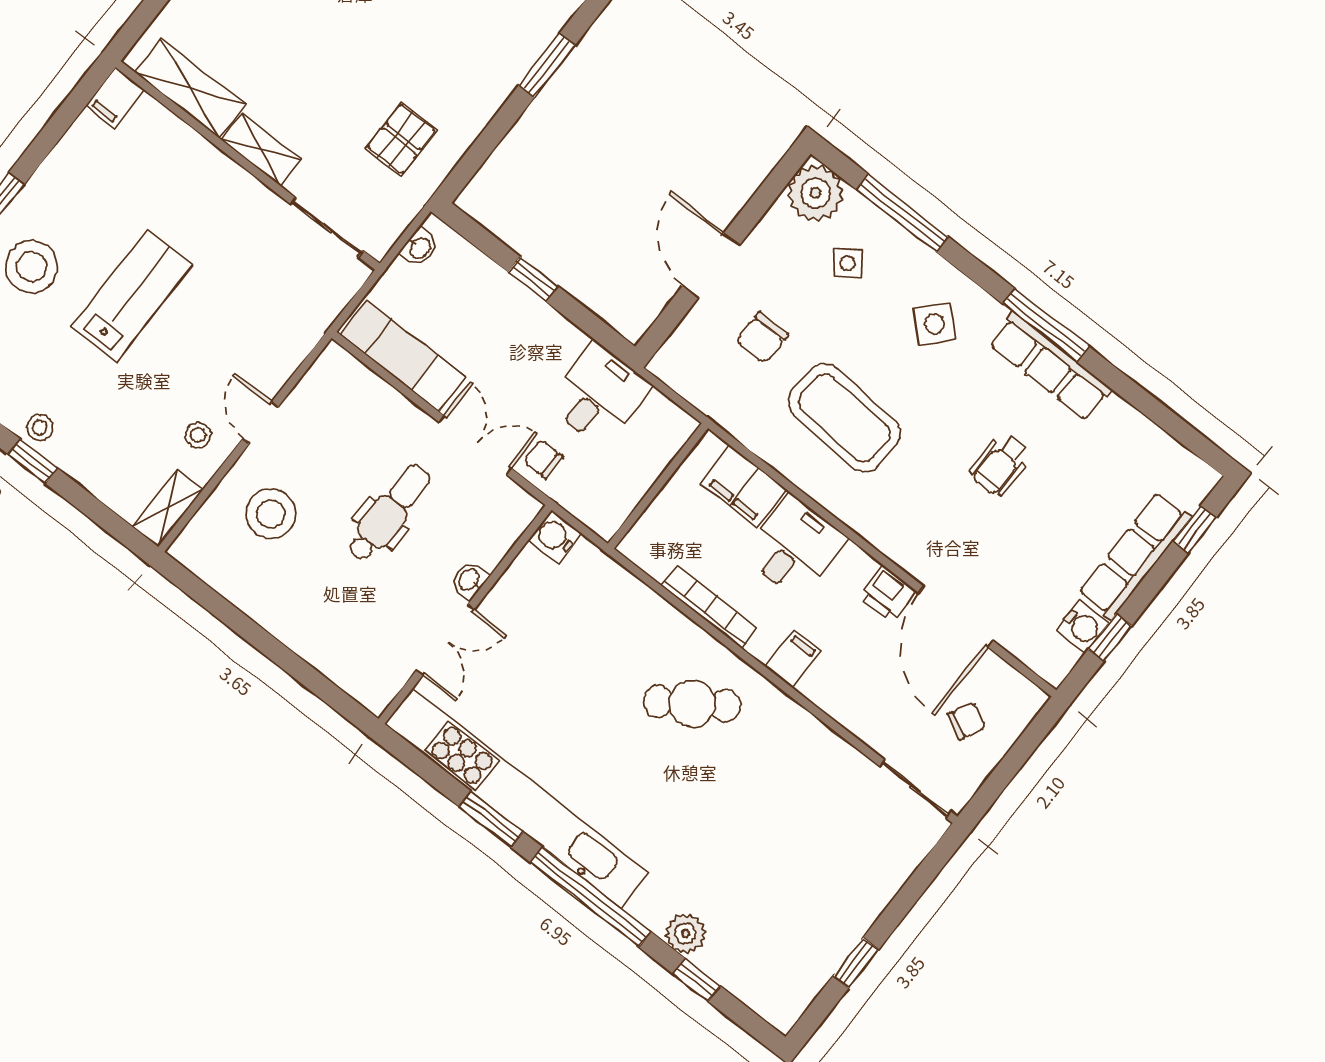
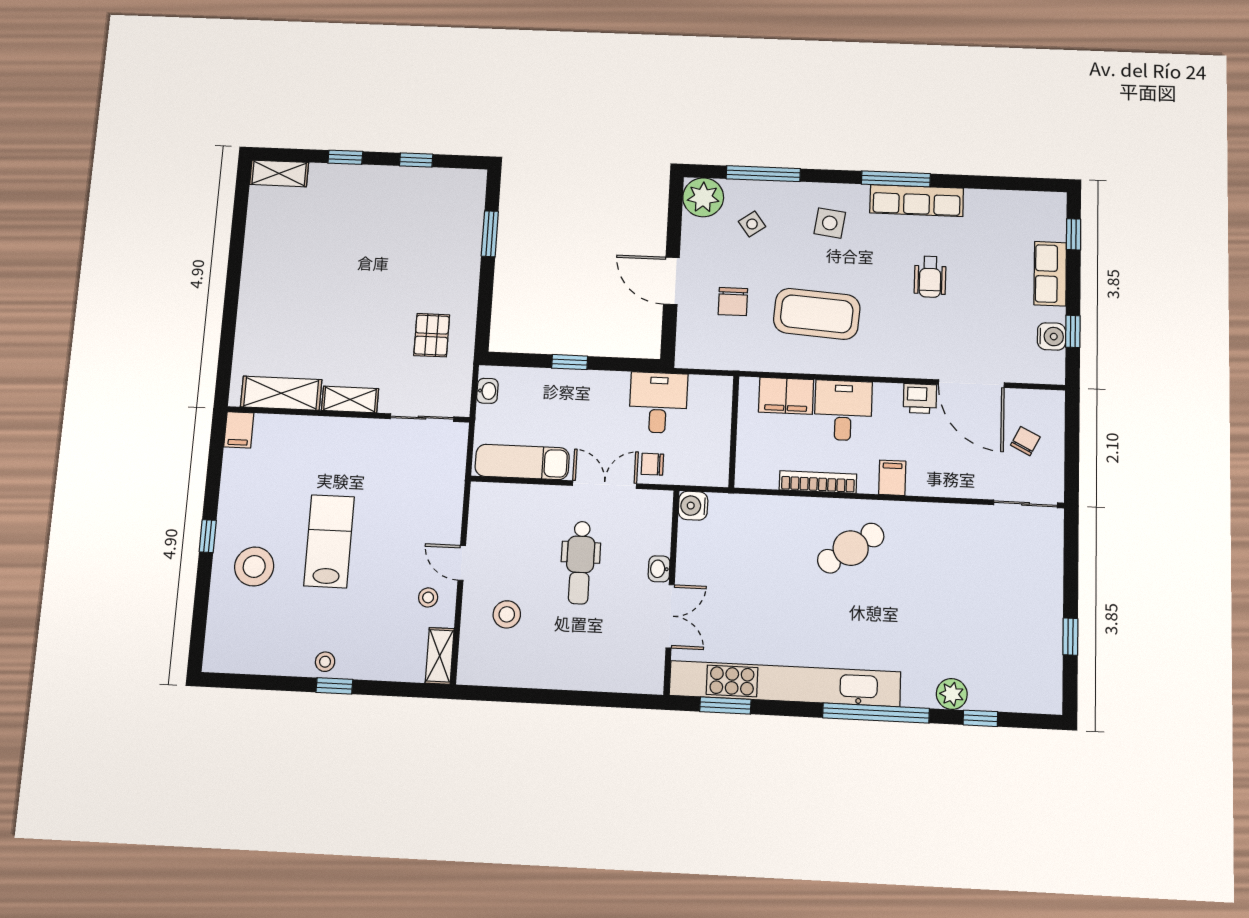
side table: (935, 324) -> (830, 223), turned -35
dental chair: (389, 513) -> (580, 563), turned 180
stool: (271, 514) -> (507, 614), width x0.73, depth x0.73
row of seats: (1135, 555) -> (1050, 274), width x0.68
window: (491, 819) -> (725, 705), moved

